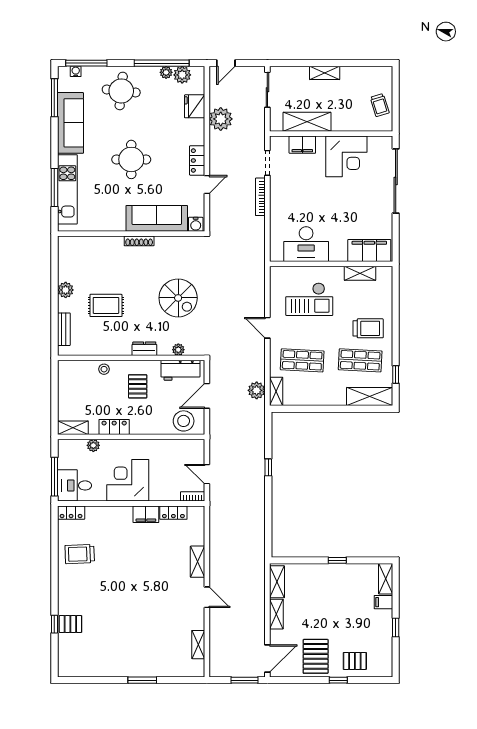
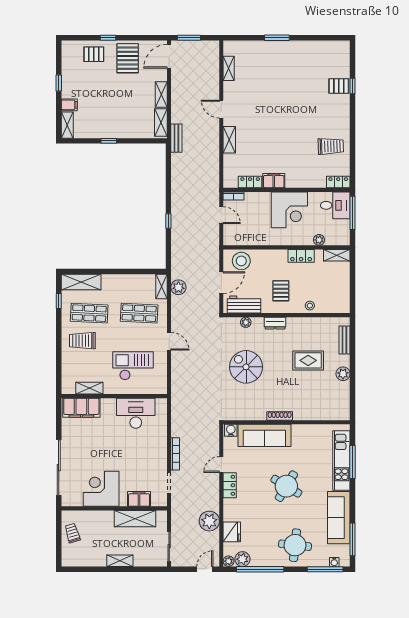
plant: (166, 72) -> (229, 561), moved
round table: (131, 159) -> (286, 486), turned 31
bench: (259, 563) -> (176, 138), added

